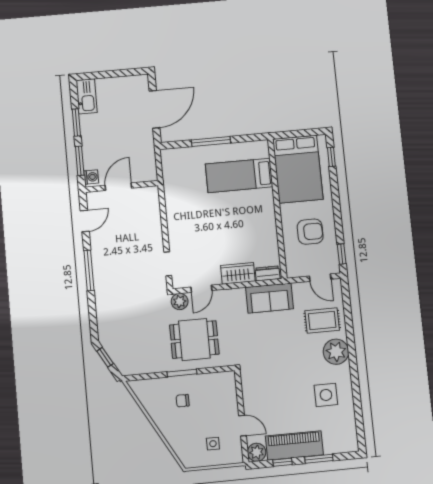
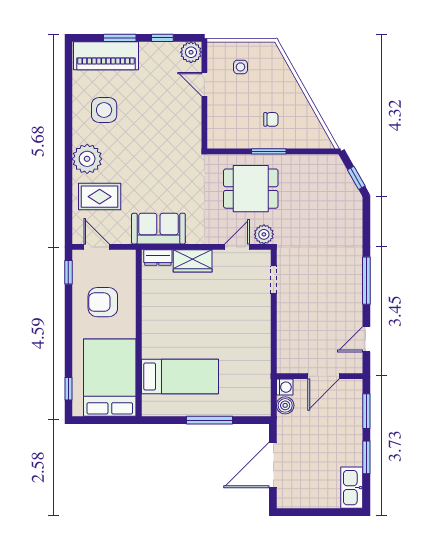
boiler: (149, 159) -> (285, 405), added
washing machine: (91, 177) -> (285, 387), moved, turned 180
piano: (294, 445) -> (106, 56), moved

